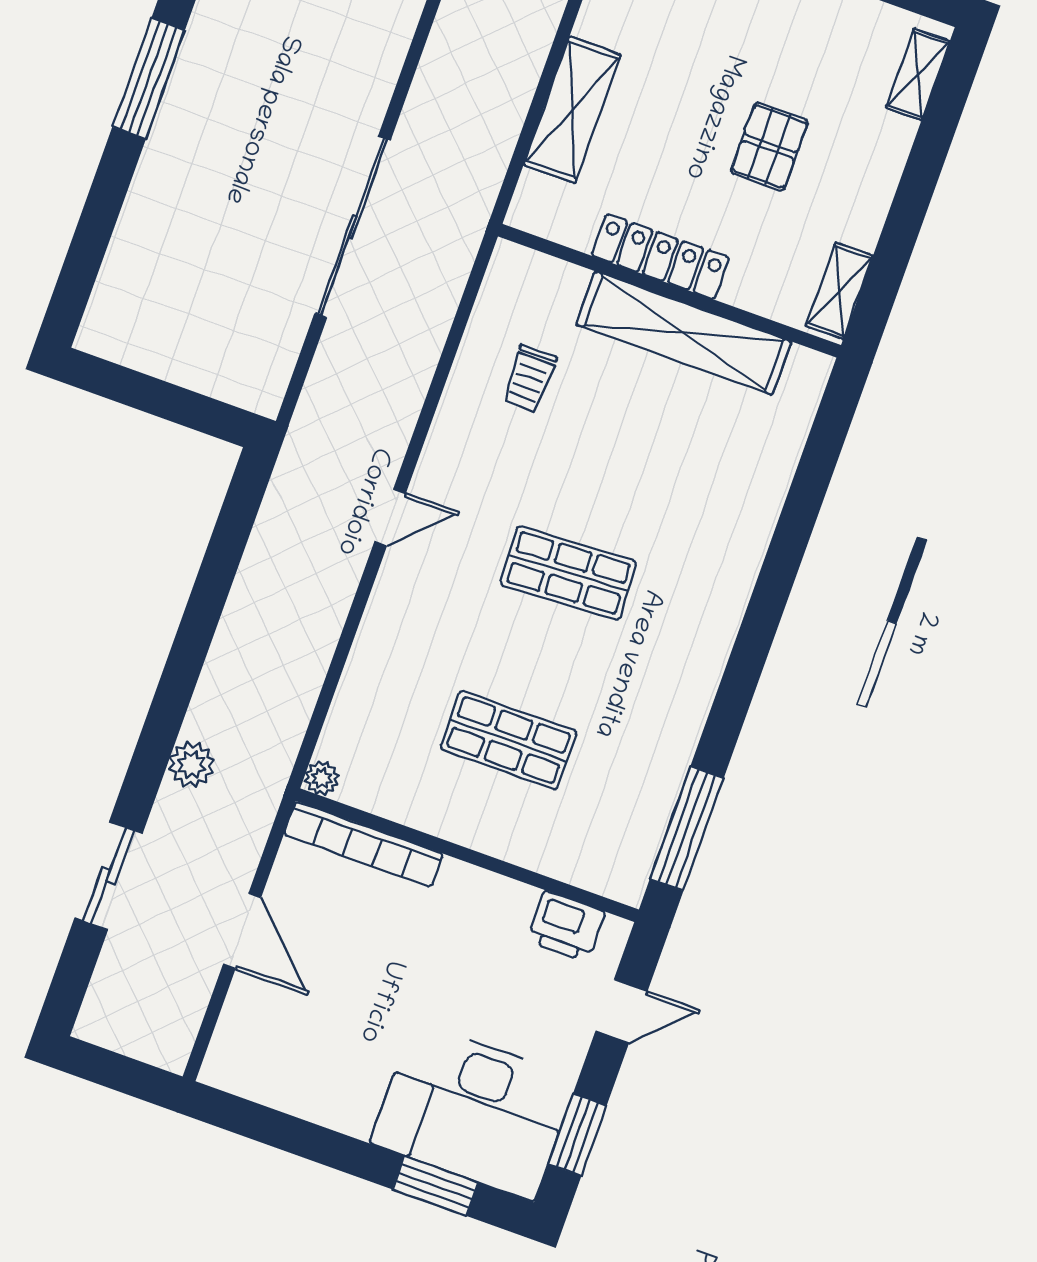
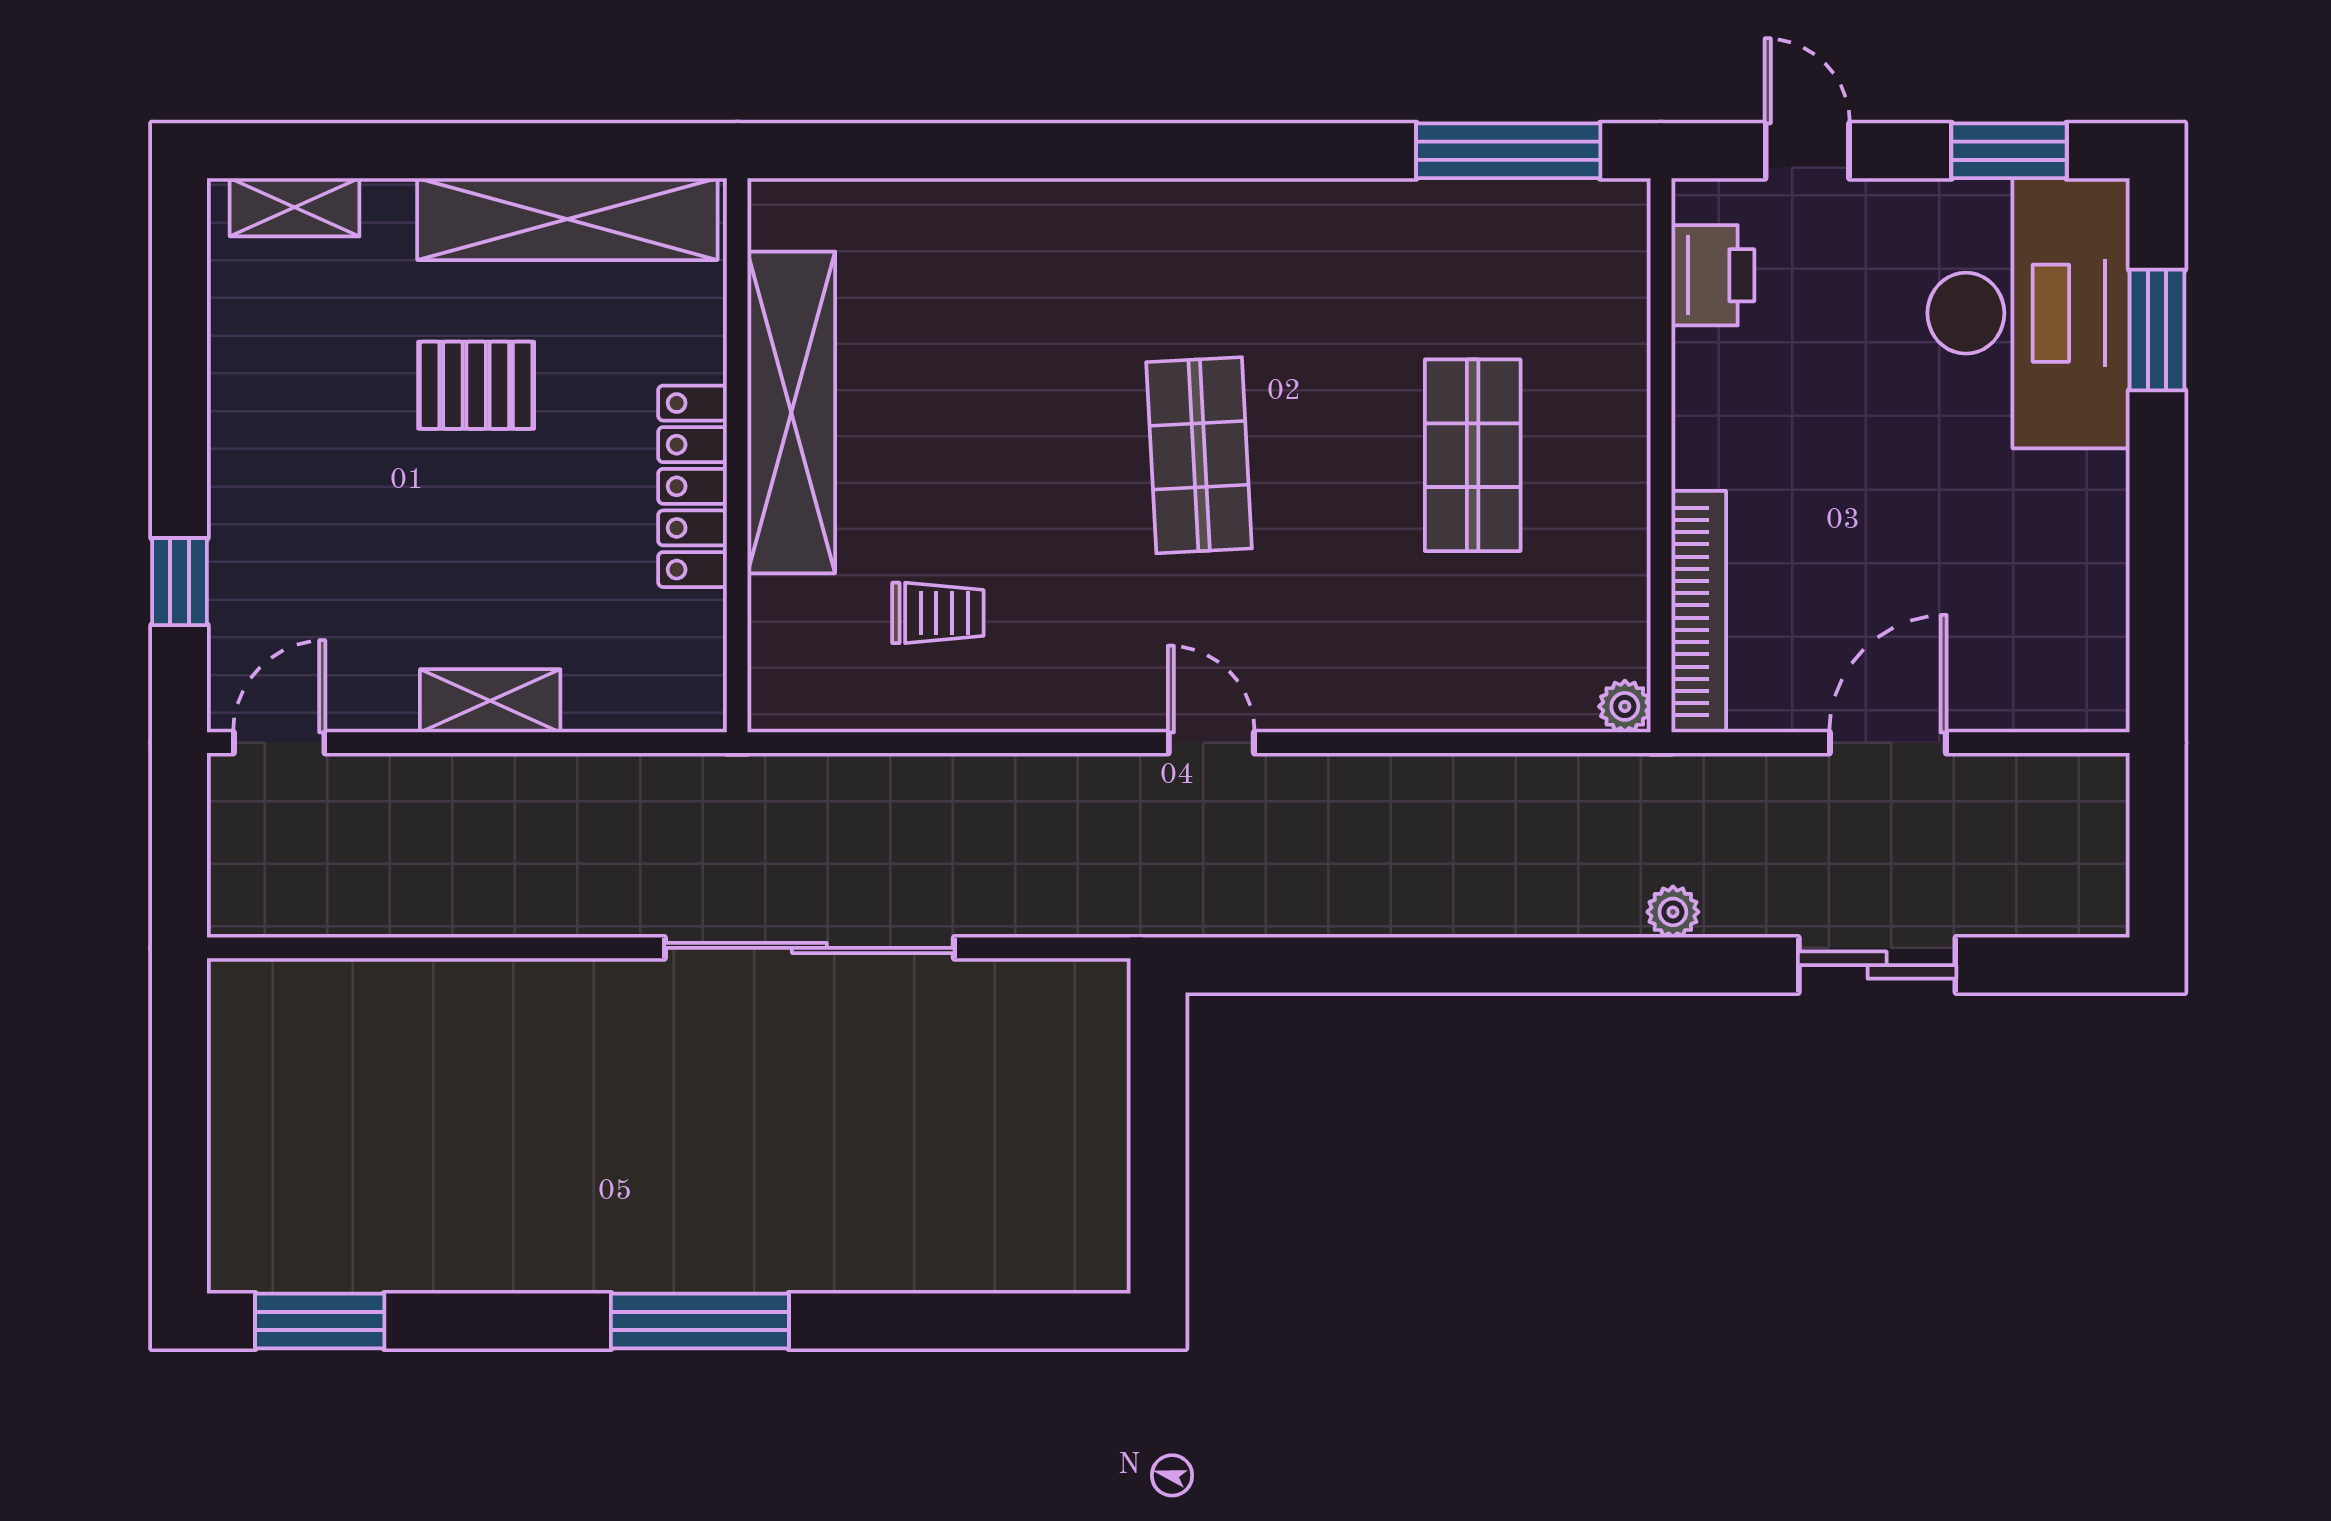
shelving: (572, 110) -> (490, 701), width x0.67, depth x0.75
shelving: (839, 291) -> (567, 219), width x2.20, depth x1.33
plant: (191, 765) -> (1673, 912), width x0.73, depth x0.73

